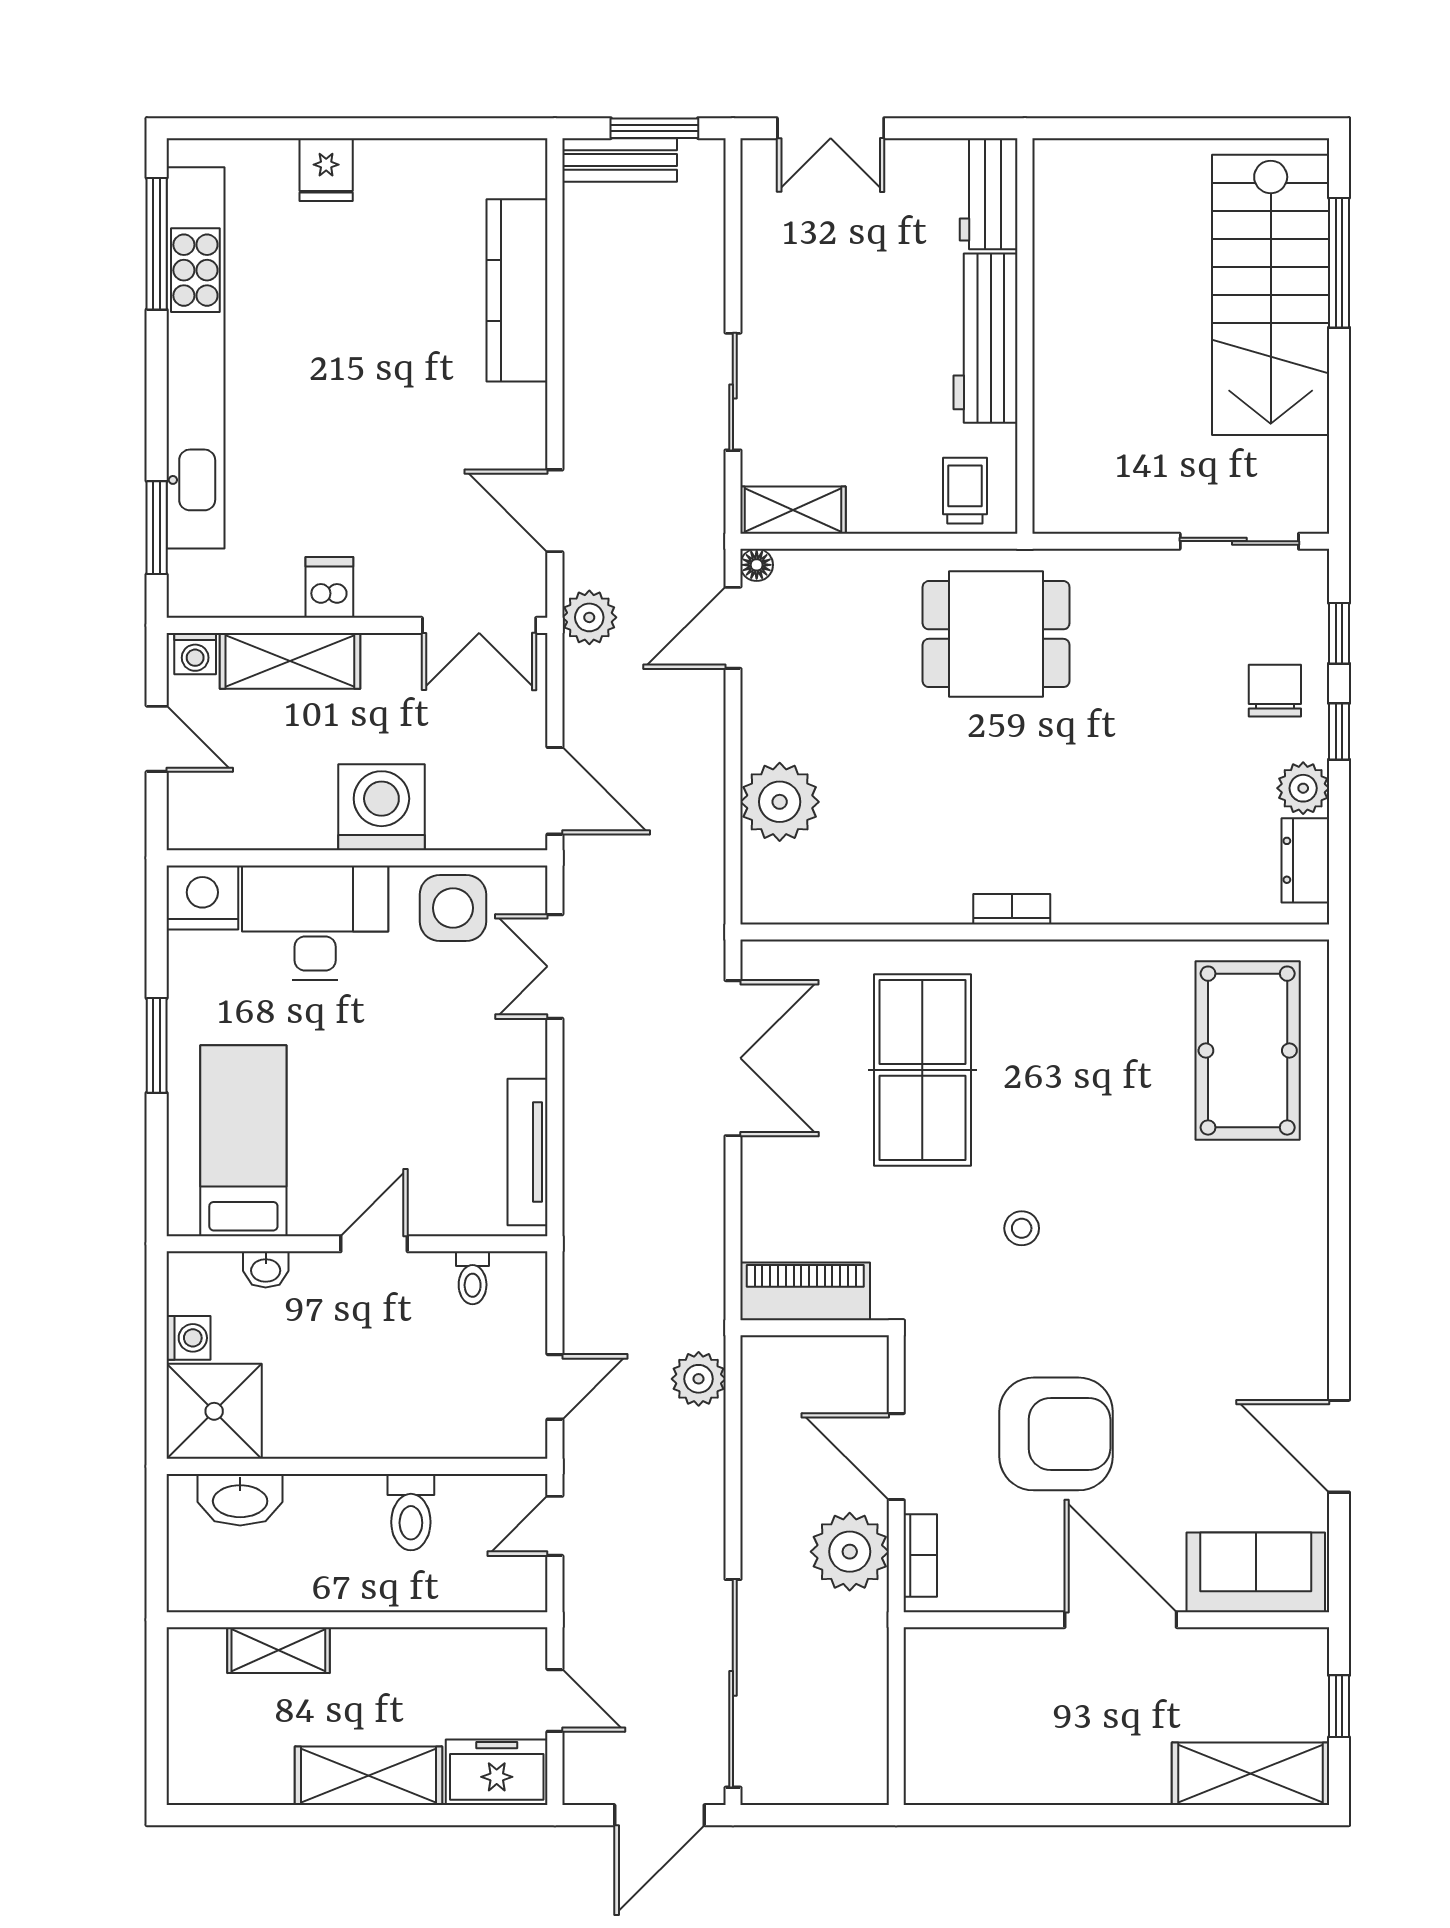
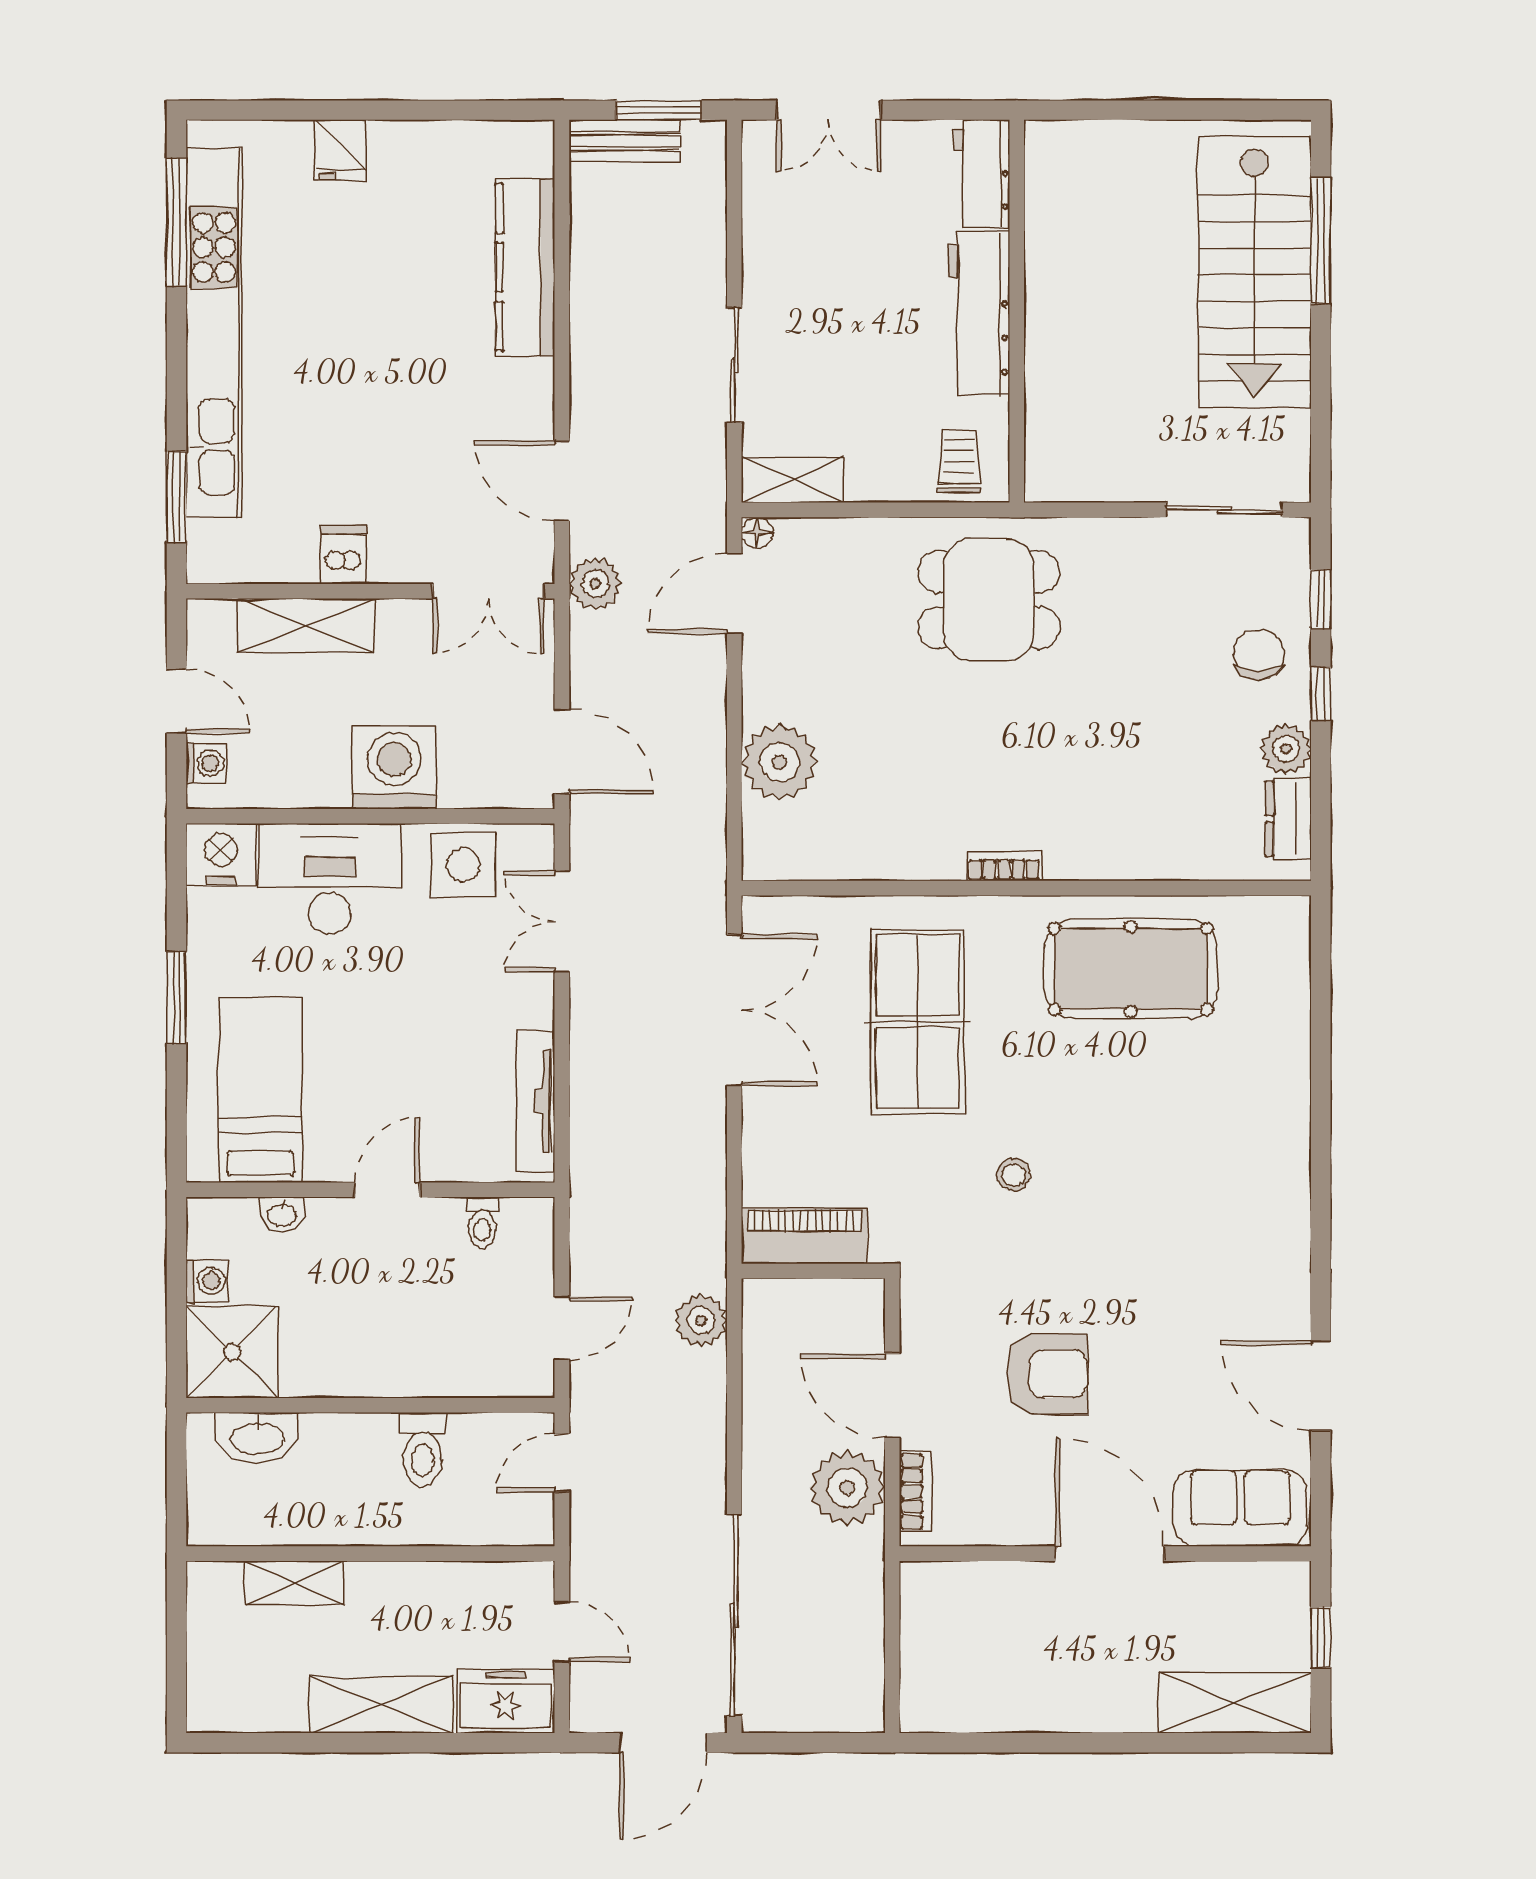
washing machine: (195, 654) -> (206, 763), moved, turned -90
pool table: (1248, 1051) -> (1131, 969), moved, turned 90
armchair: (1056, 1434) -> (1047, 1374), width x0.73, depth x0.73

